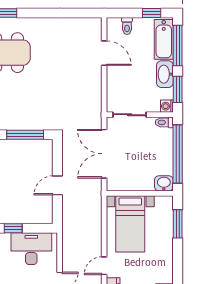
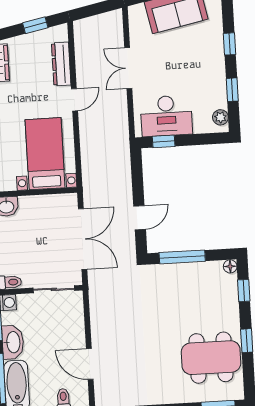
door: (57, 185) -> (140, 218), moved
window: (13, 228) -> (164, 141), moved

